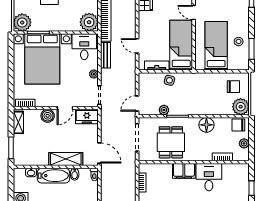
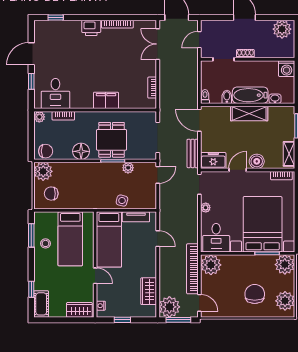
bench: (106, 55) -> (193, 153), moved
dining table: (171, 142) -> (112, 140), moved
plant: (244, 143) -> (39, 117), moved
shelving: (66, 159) -> (249, 114), moved
desk: (209, 177) -> (55, 94), moved

